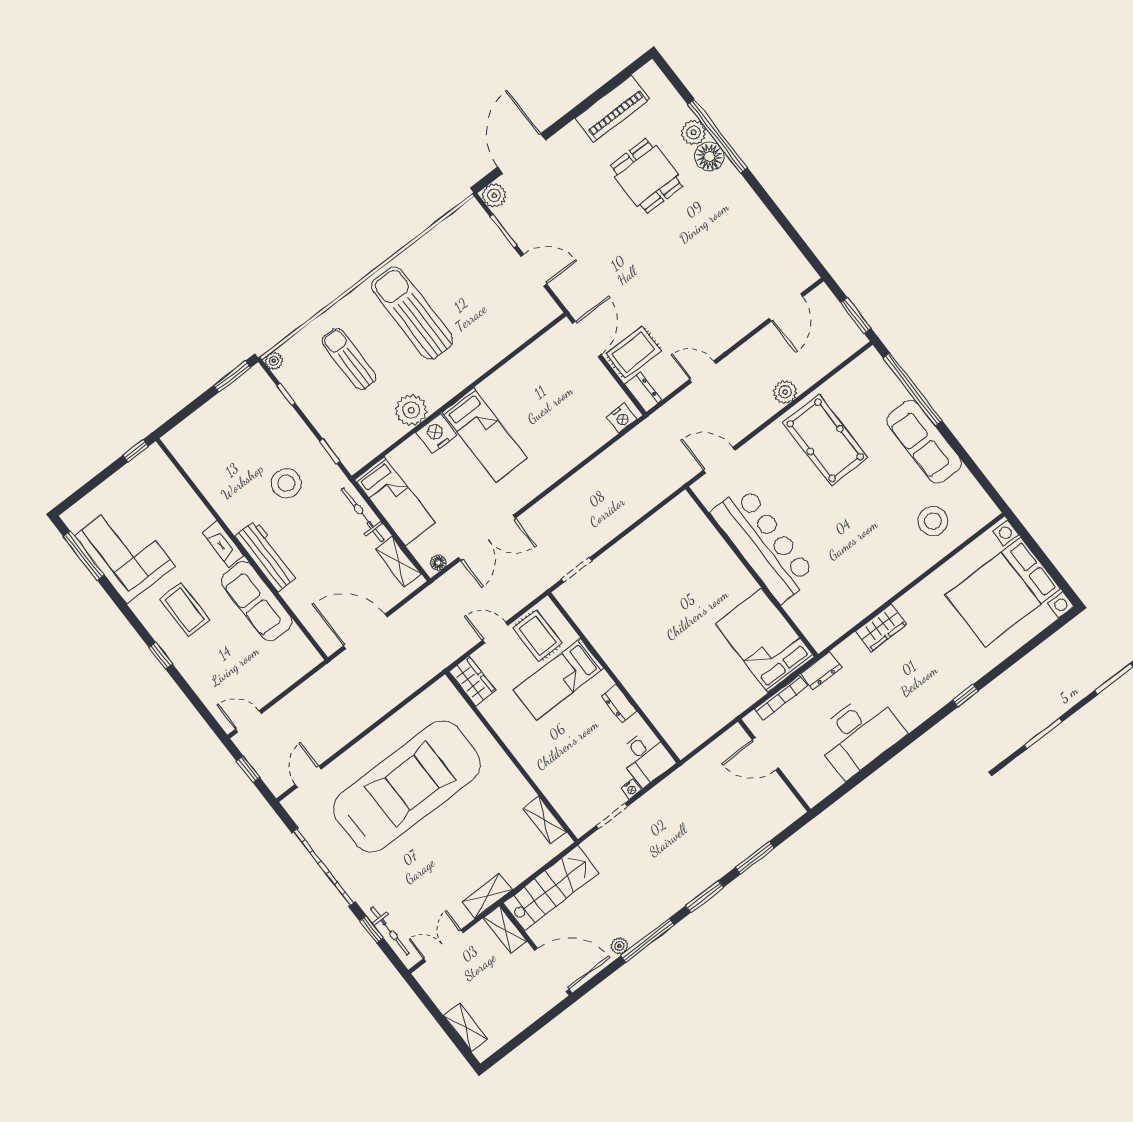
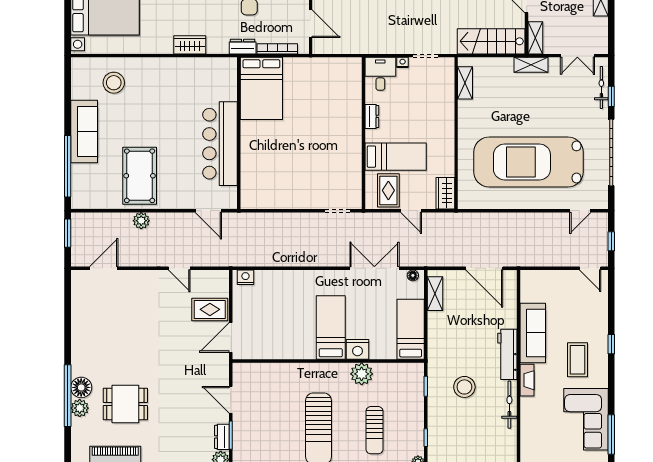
dining table: (647, 176) -> (125, 404), turned 90
dresser: (643, 392) -> (222, 437), moved
bicycle: (363, 515) -> (509, 405), moved, turned 180

